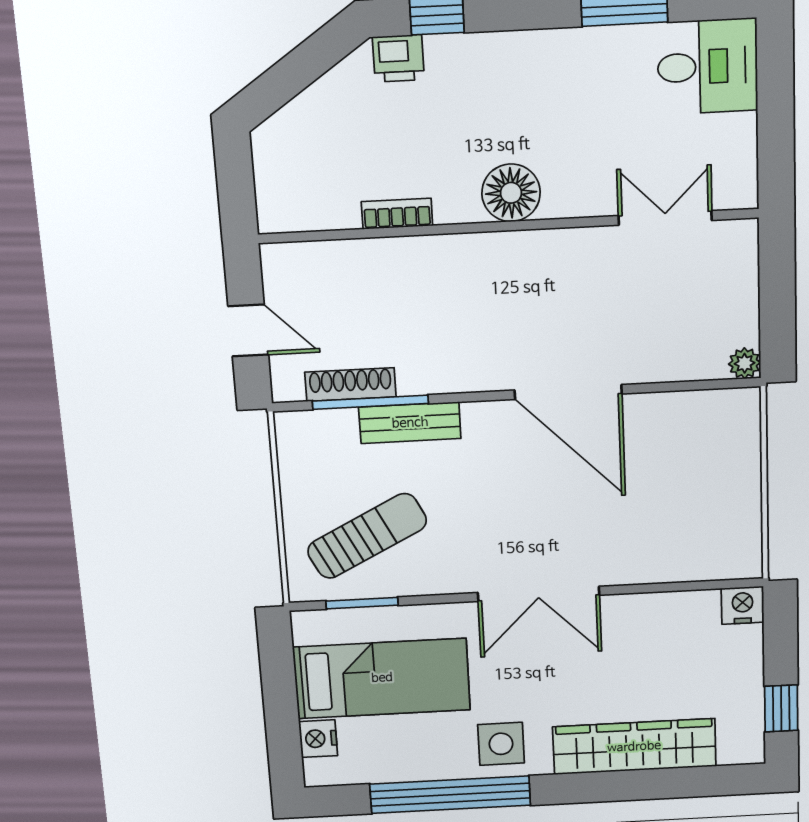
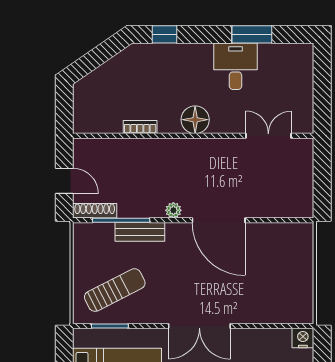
printer: (398, 58) -> (145, 53), removed
desk: (708, 66) -> (235, 66), moved, turned -90
plant: (745, 363) -> (173, 210), moved
shoe rack: (350, 385) -> (95, 211), moved

